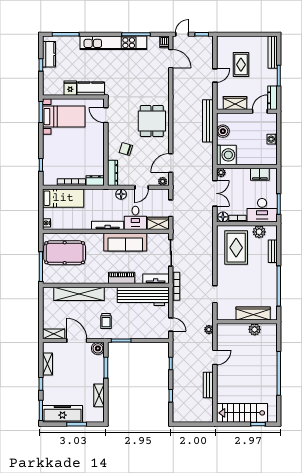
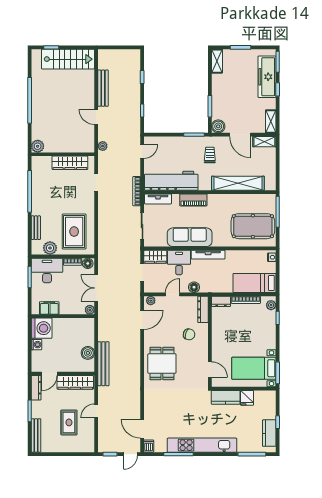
wardrobe: (235, 103) -> (75, 382), width x1.50
washing machine: (226, 155) -> (42, 328), moved, turned 180
plant: (47, 177) -> (271, 305), added
wardrobe: (253, 313) -> (70, 163), moved
door: (171, 324) -> (142, 151), swing flipped
plant: (255, 329) -> (38, 146), moved
door: (215, 357) -> (96, 117), hinge flipped
shelving: (47, 364) -> (271, 121), moved
bench: (208, 385) -> (103, 88), width x1.36
shelving: (99, 395) -> (217, 61), moved
freezer: (62, 414) -> (267, 77), moved, turned 90

